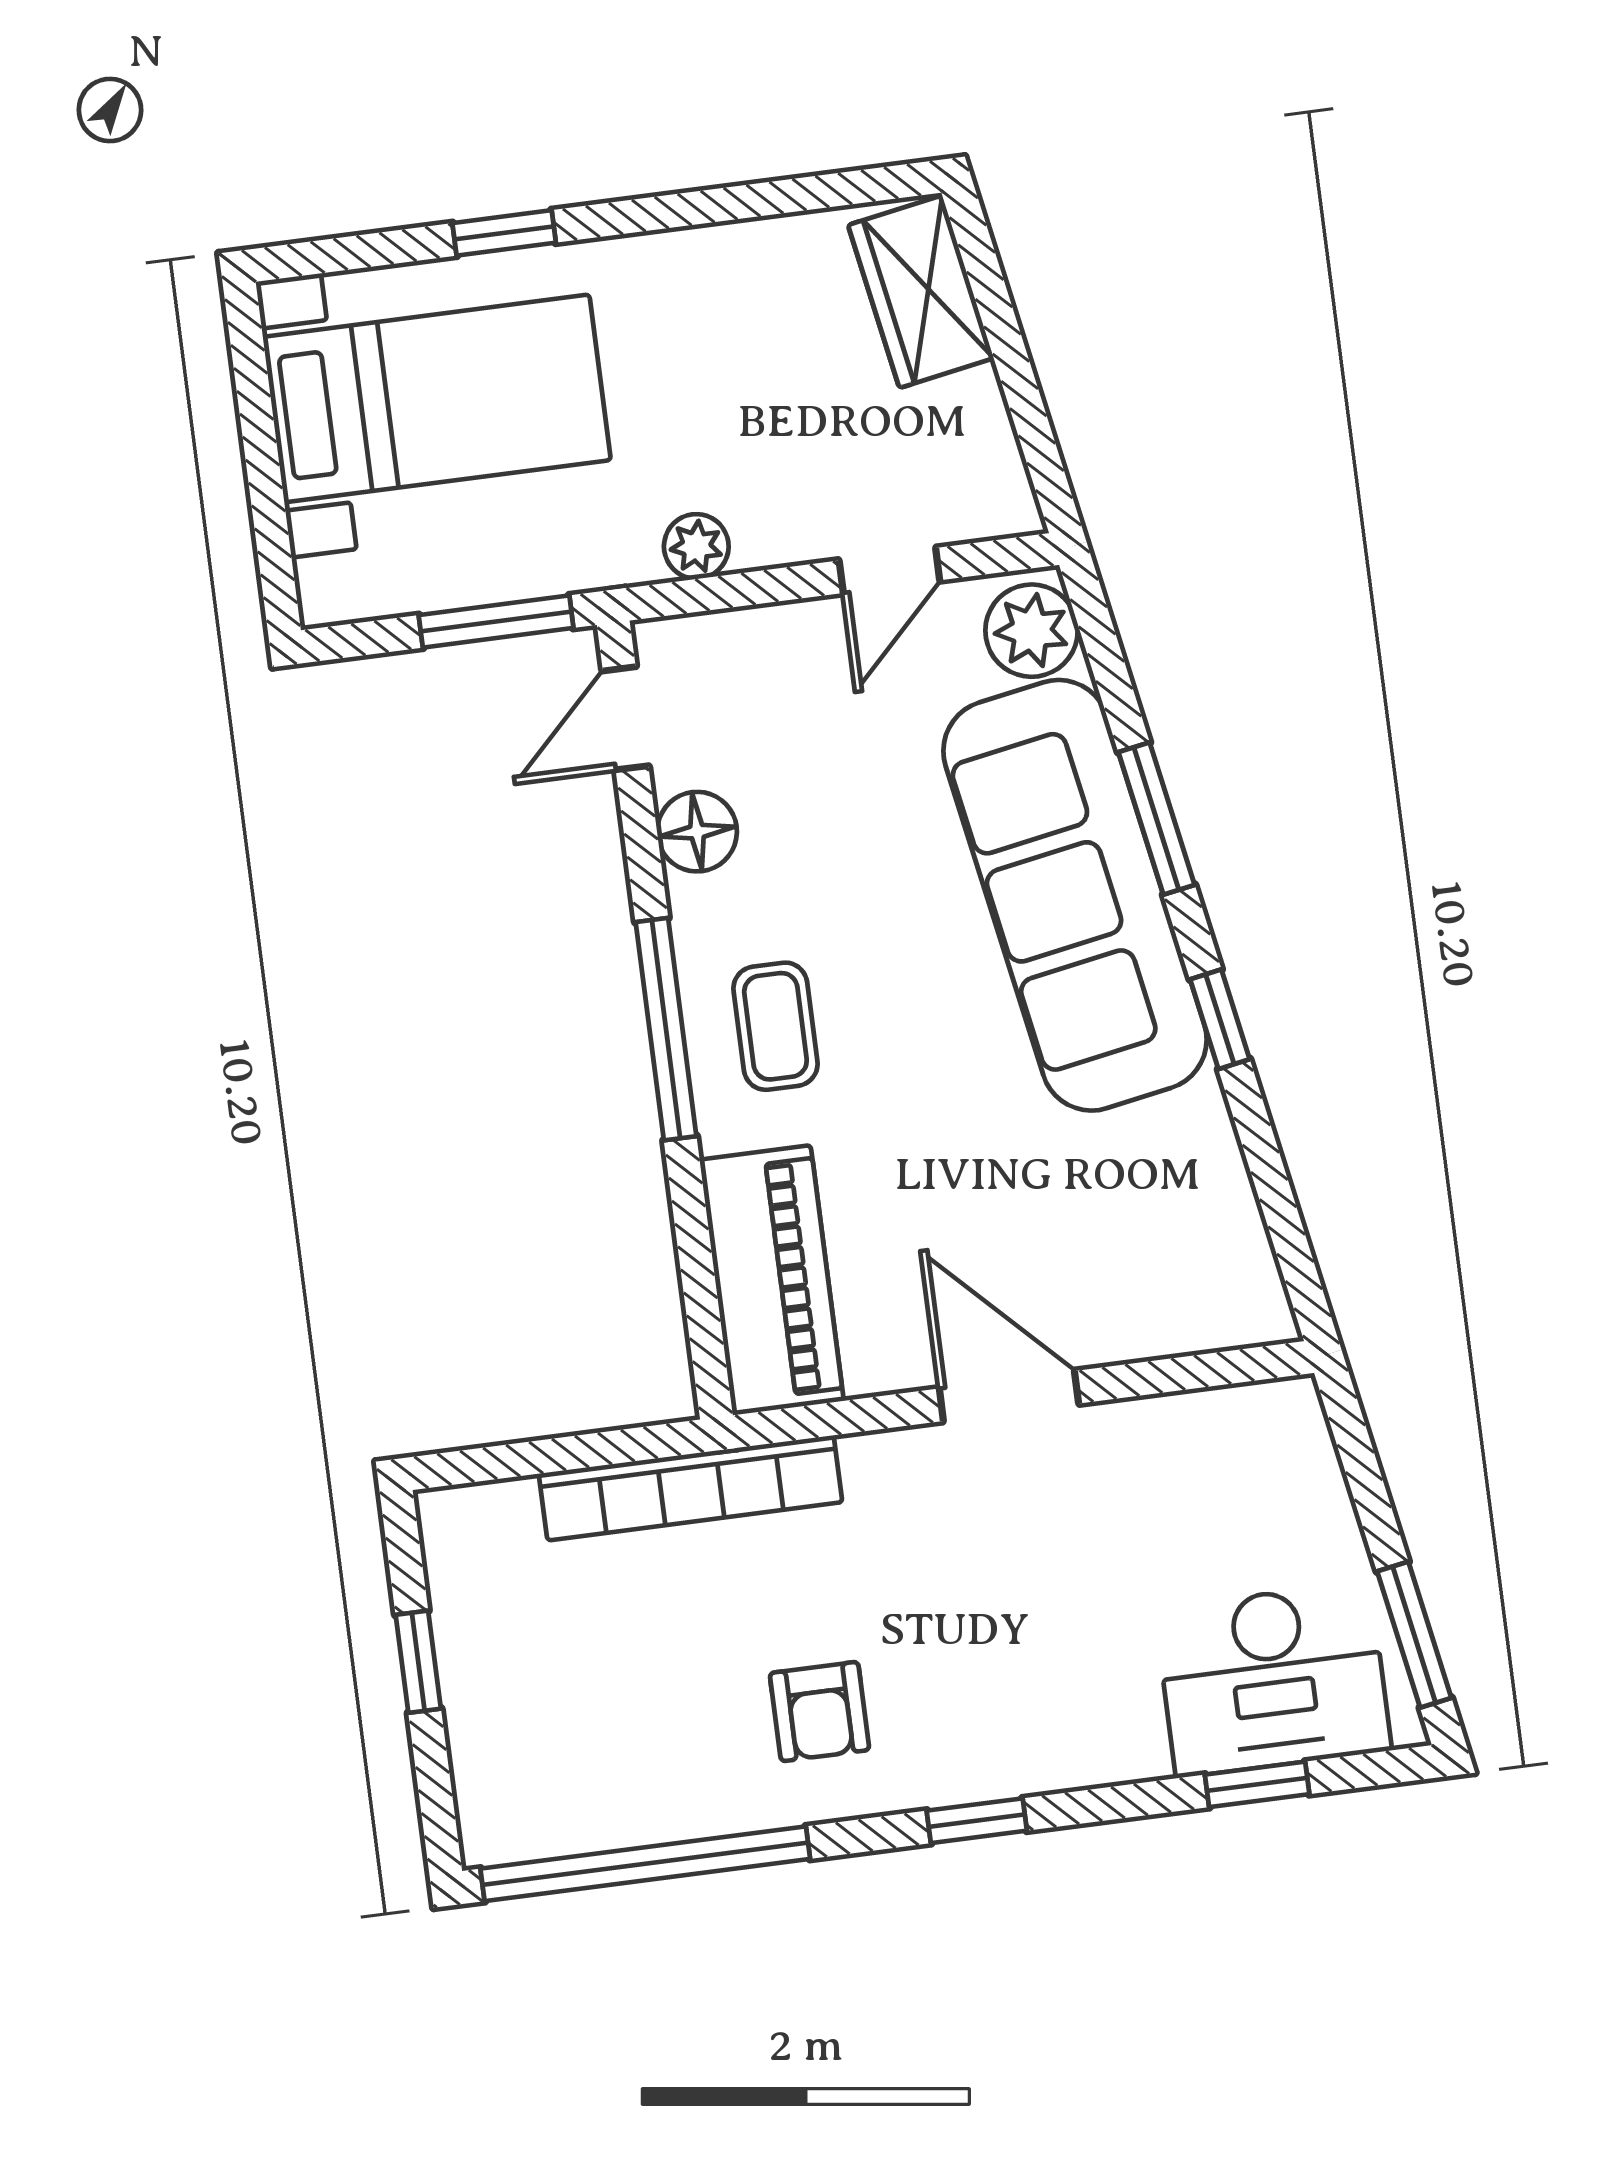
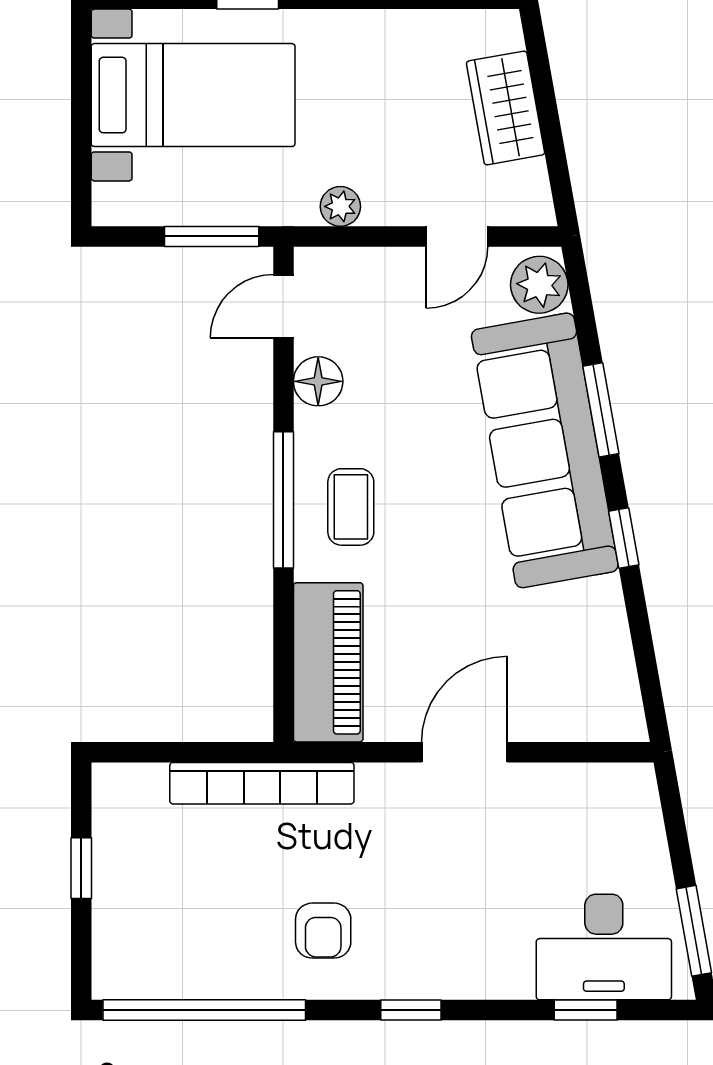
wardrobe: (921, 292) -> (506, 108), moved
door: (1009, 1396) -> (464, 752), hinge flipped

